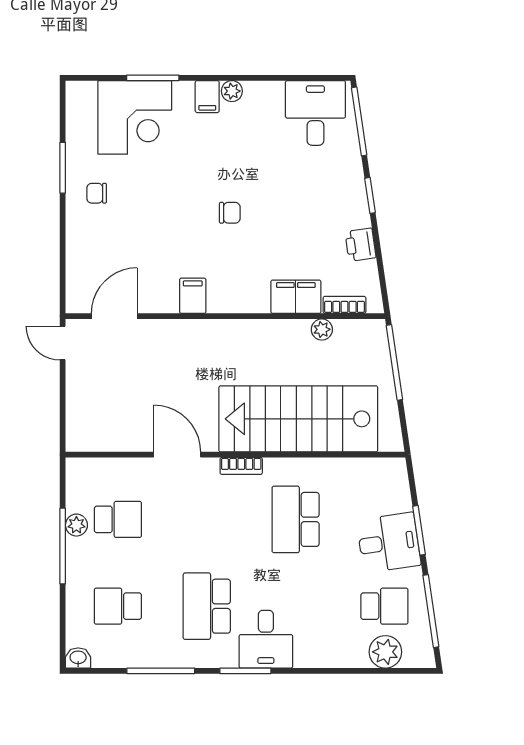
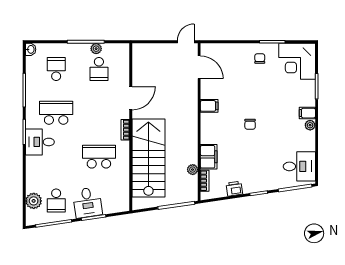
corner desk: (135, 117) -> (297, 61), moved

